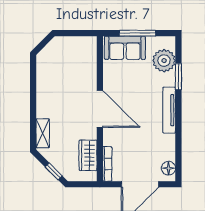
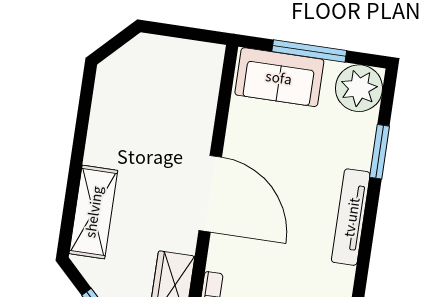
plant: (164, 61) -> (359, 88), moved
shelving: (43, 133) -> (93, 212), width x1.50, depth x1.33

